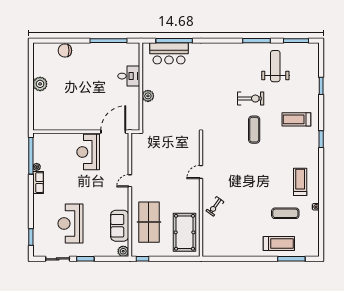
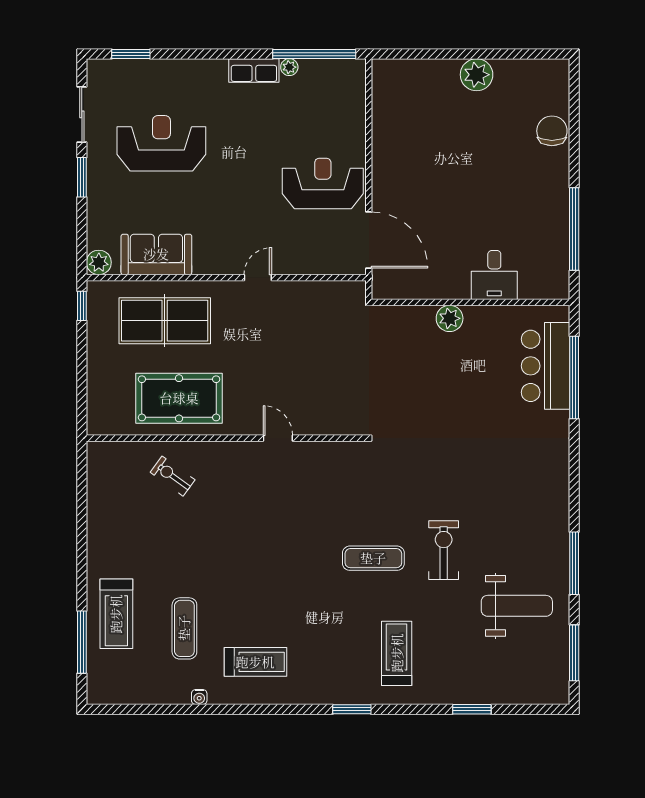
exercise bike: (251, 99) -> (444, 550), turned 180
door: (130, 181) -> (258, 278), hinge flipped
exercise bike: (215, 206) -> (173, 476), moved
pool table: (185, 232) -> (179, 398), moved

